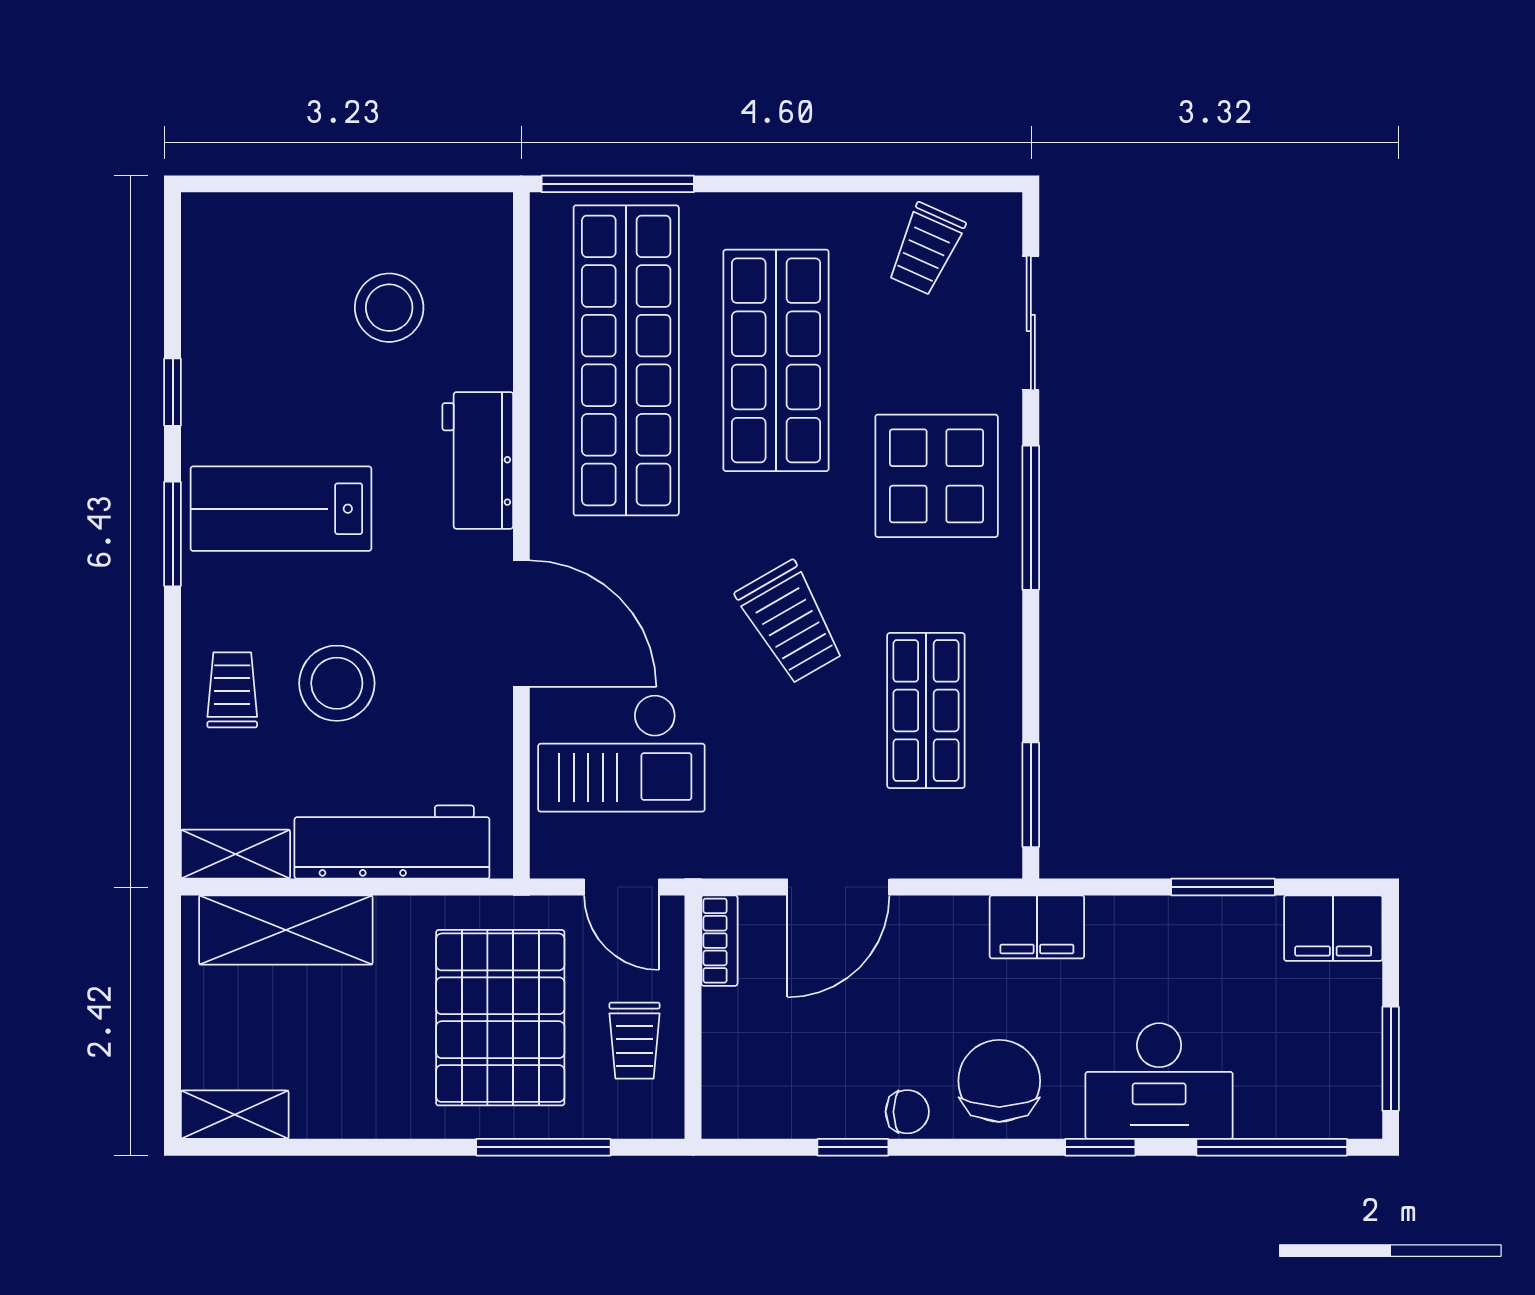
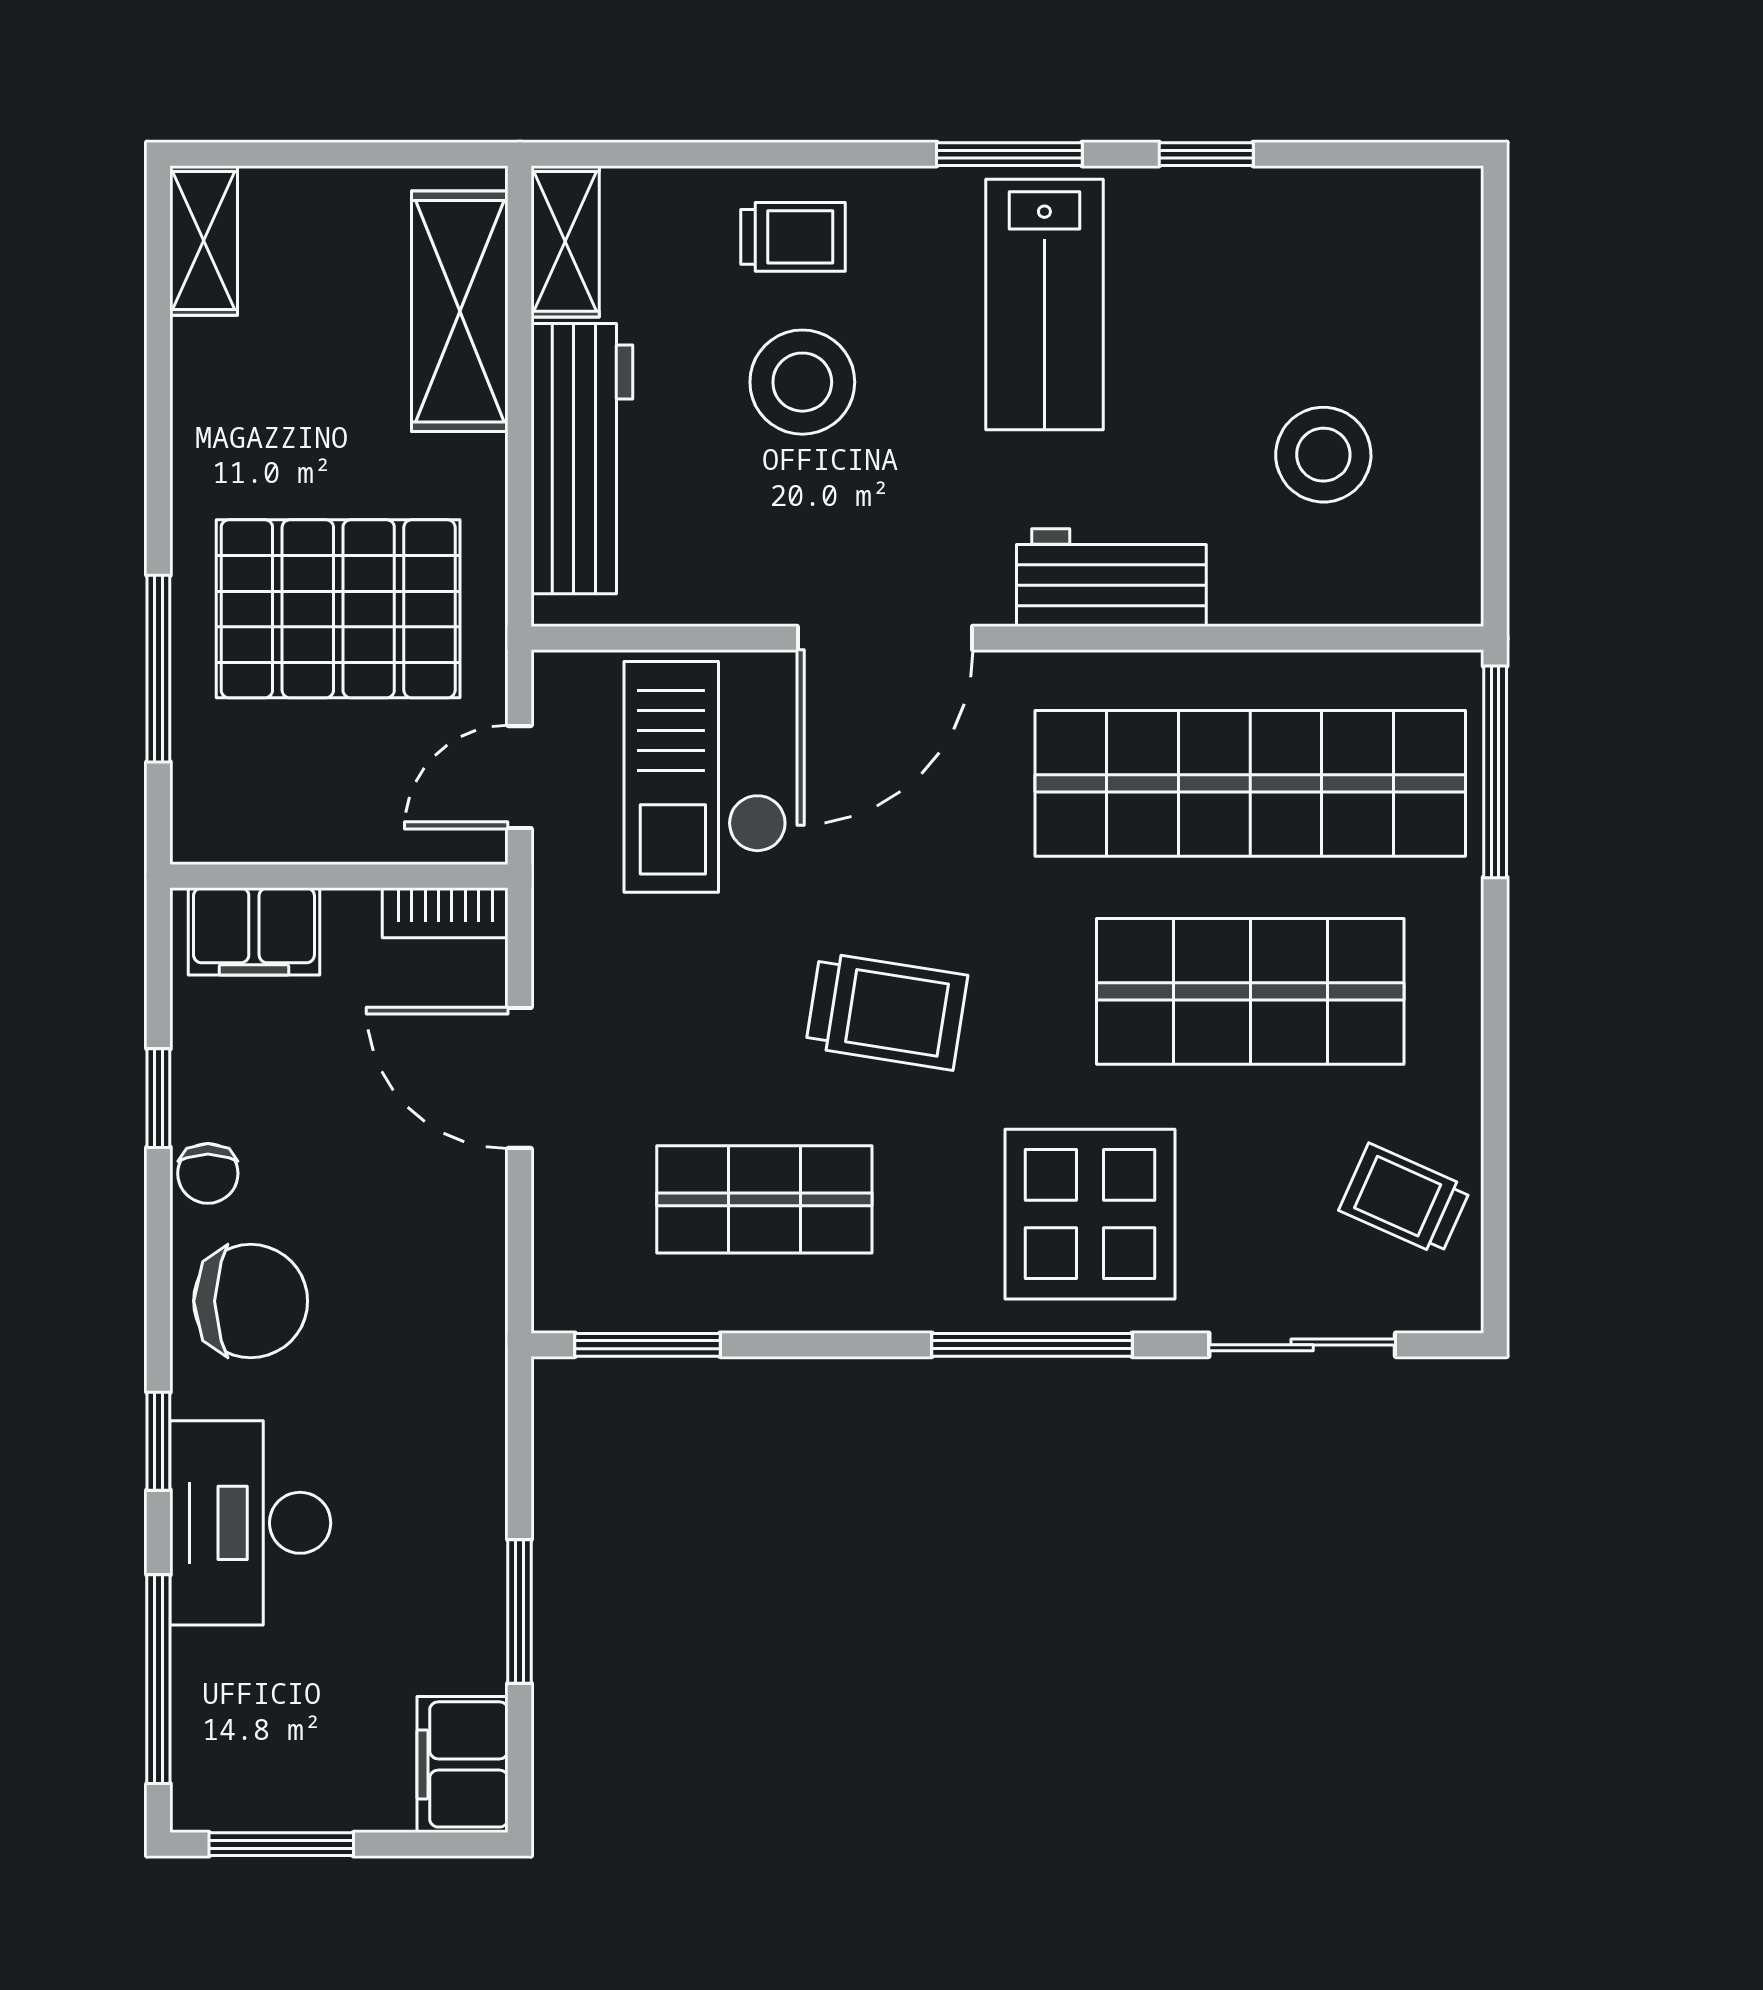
lab bench: (281, 509) -> (1044, 304), turned 180
trolley: (790, 622) -> (887, 1011), turned -141
filing cabinet: (1037, 927) -> (254, 931), moved, turned -90
trolley: (635, 1041) -> (306, 795), removed

